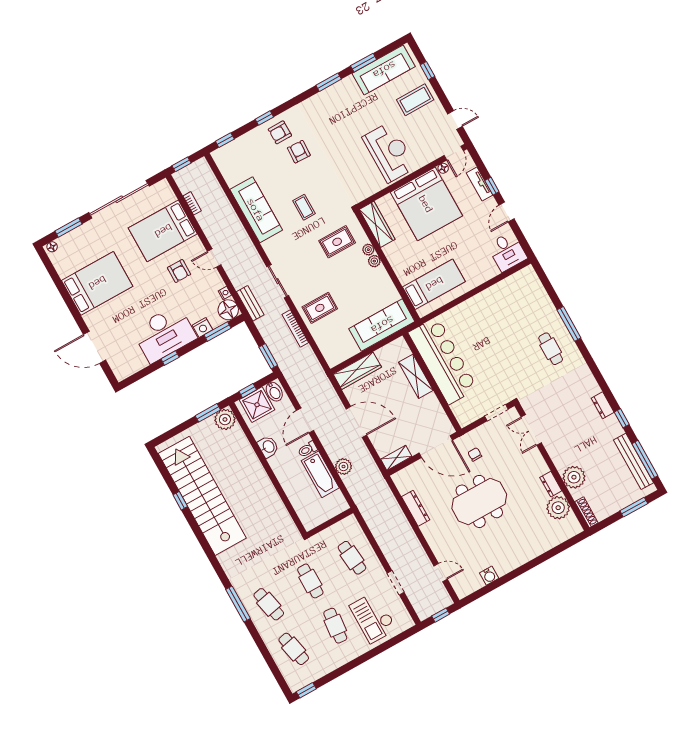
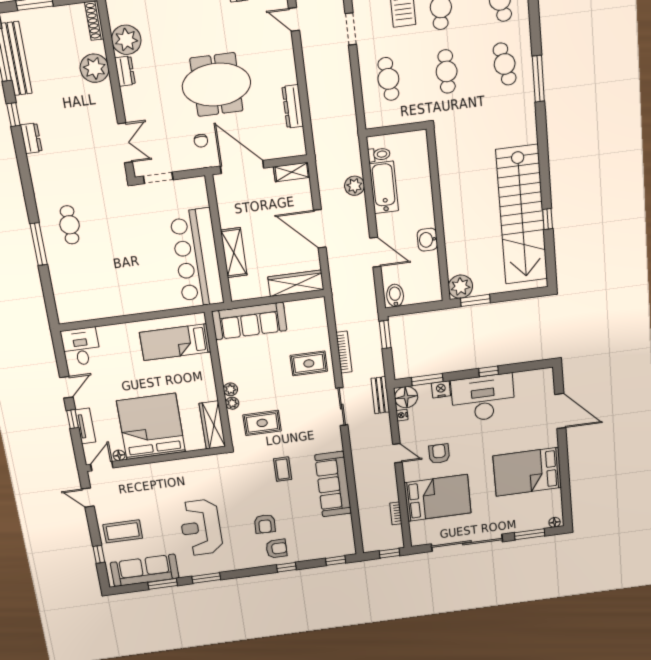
reception desk: (389, 152) -> (201, 527), moved
window: (248, 391) -> (423, 307), removed
shower: (257, 405) -> (419, 289), removed
door: (305, 421) -> (375, 252), hinge flipped
toilet: (308, 449) -> (379, 154), moved

